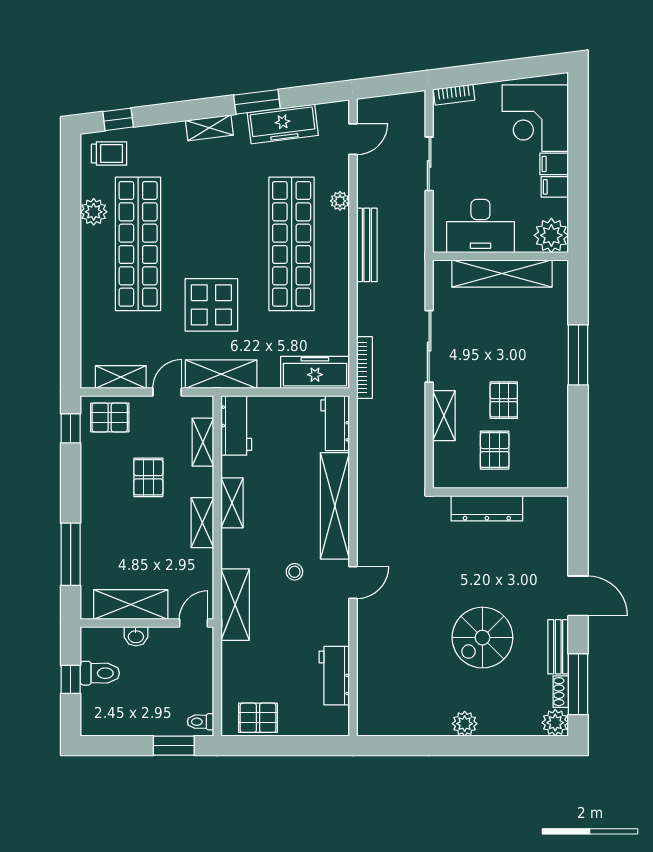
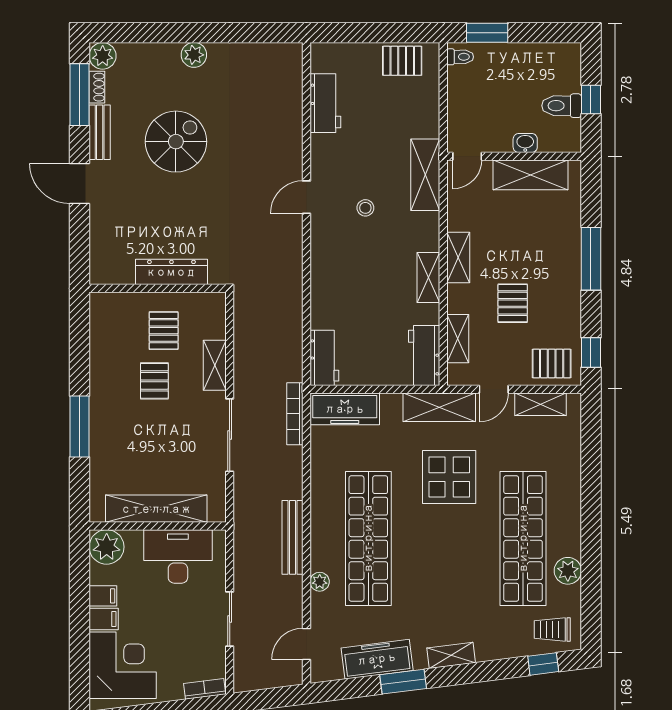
shelving: (335, 506) -> (325, 274), removed
window: (71, 554) -> (591, 259), moved

